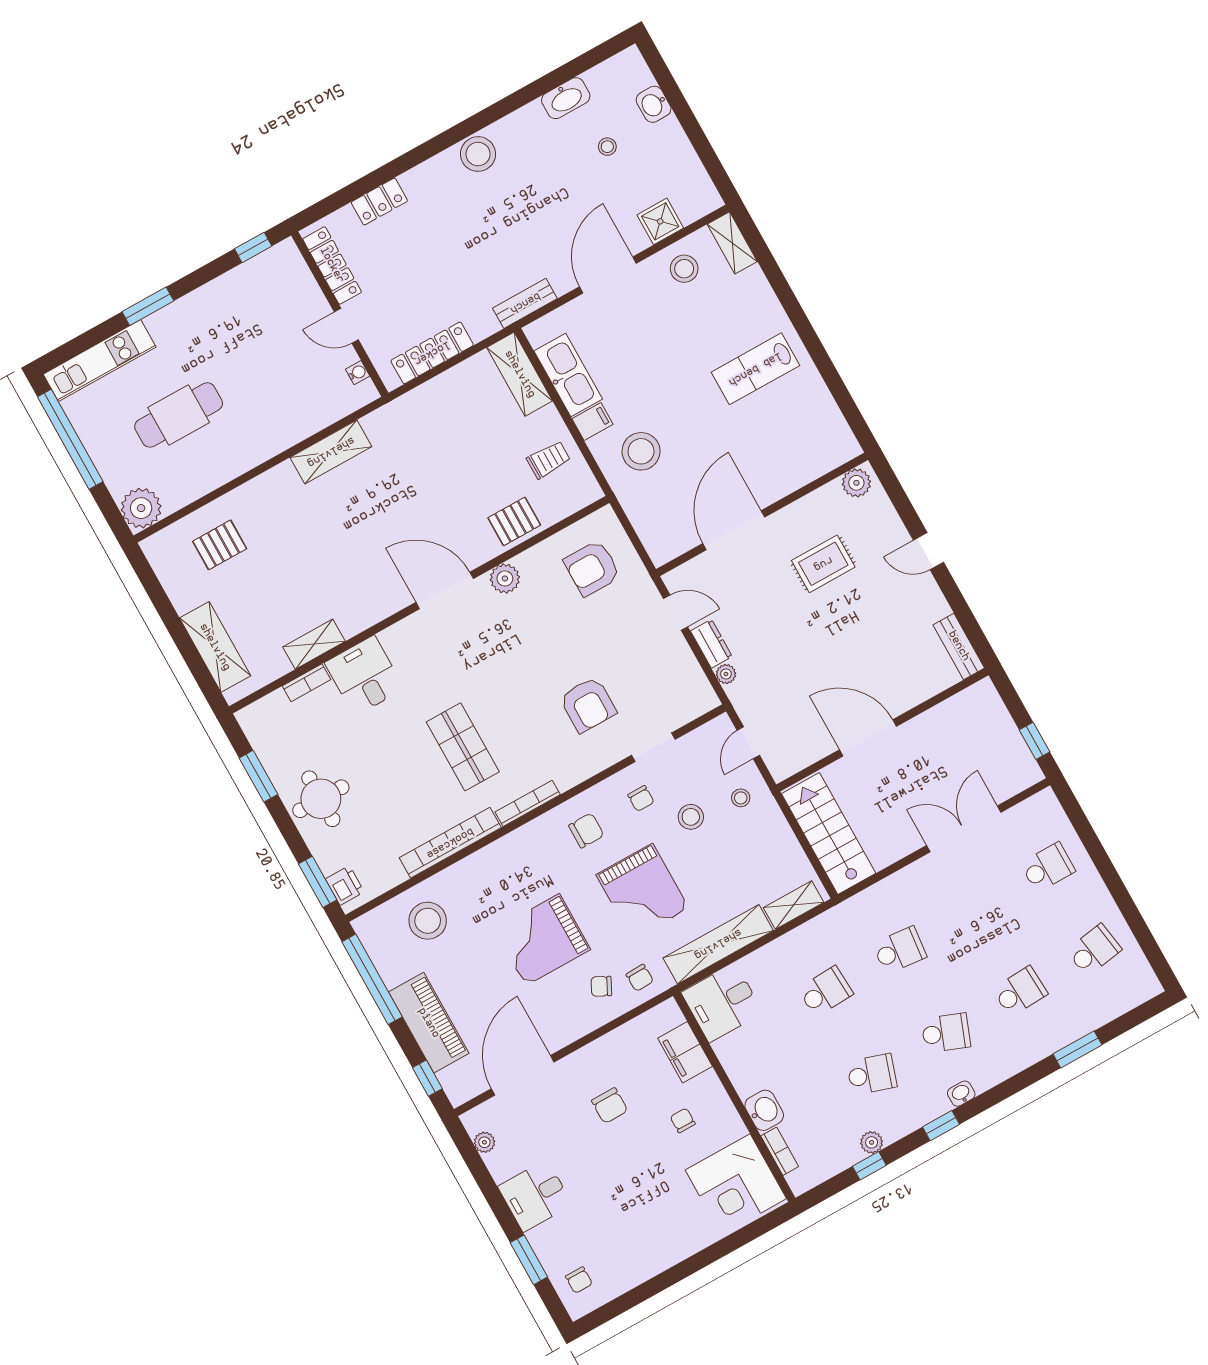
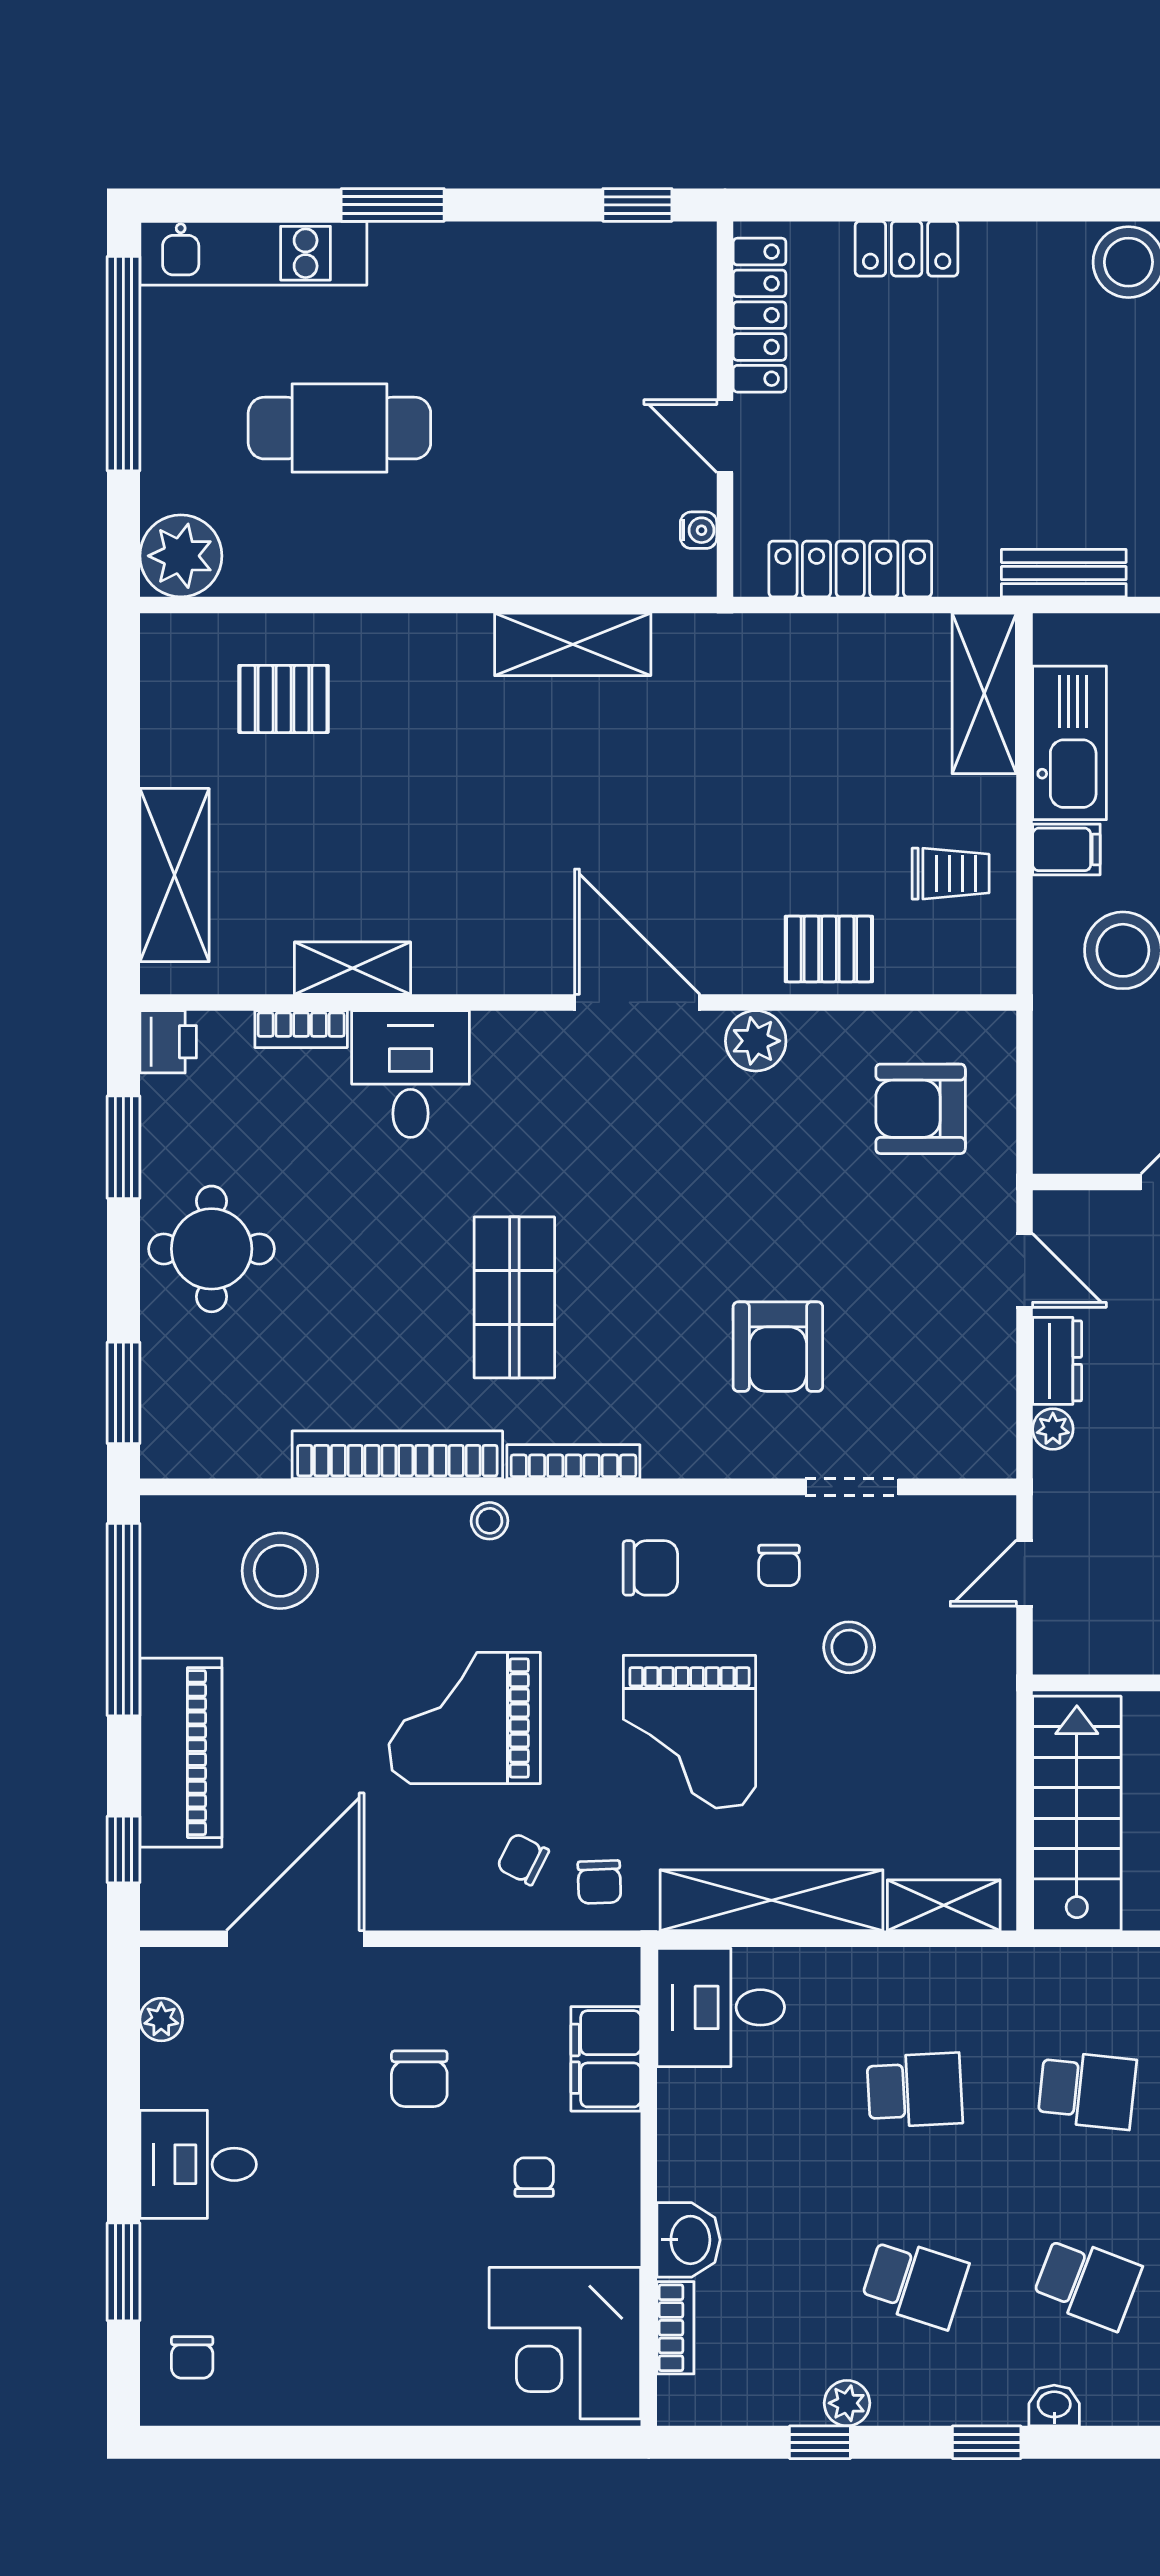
stool: (741, 798) -> (489, 1521), moved
printer: (345, 885) -> (168, 1042), moved

